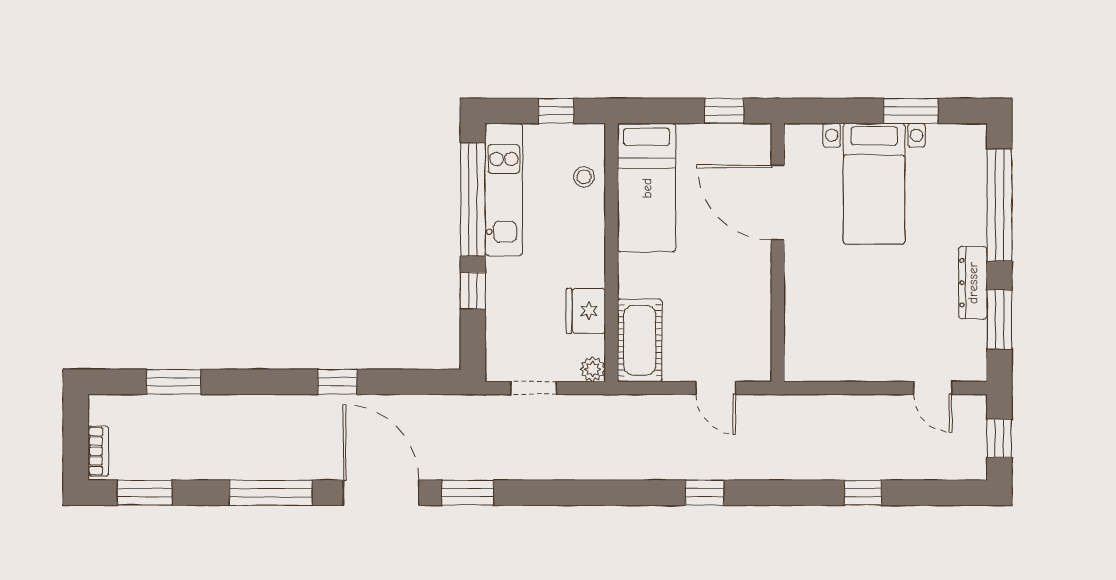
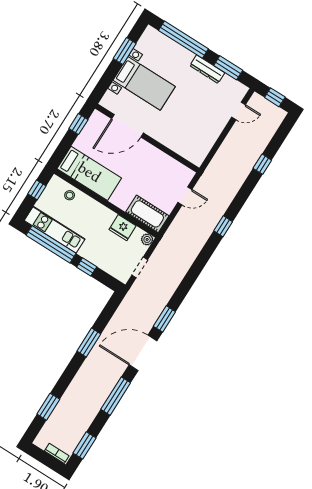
window: (337, 382) -> (89, 342), width x1.50

